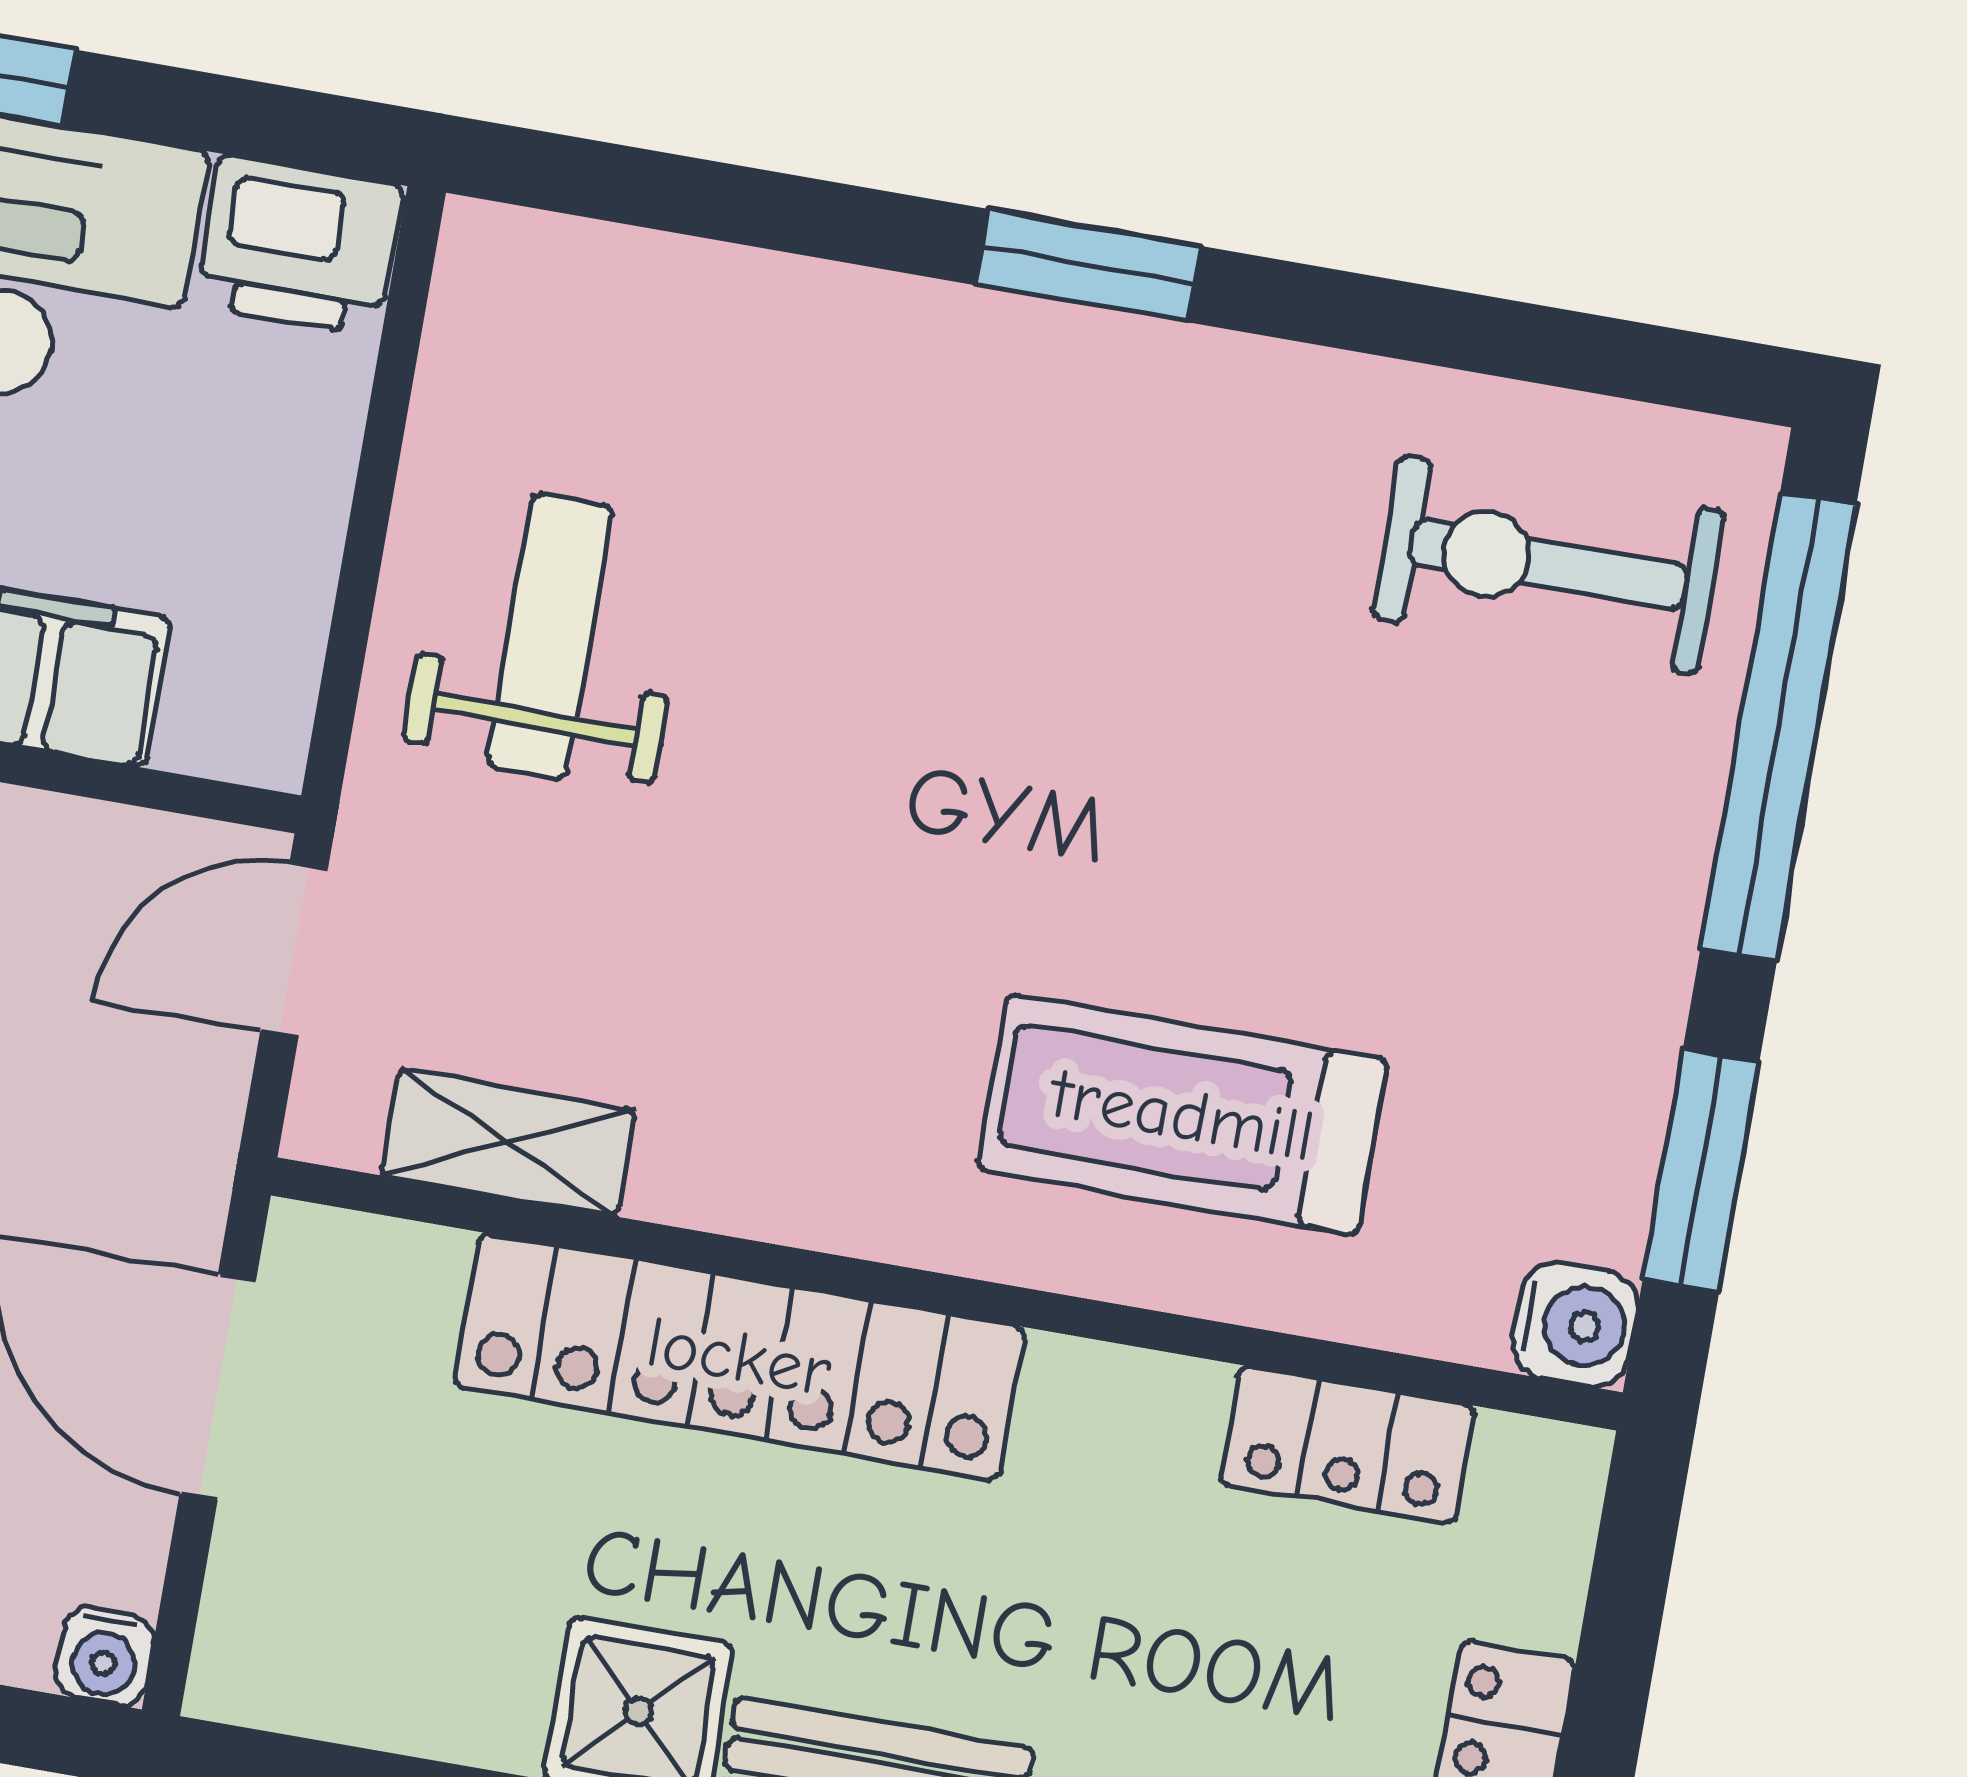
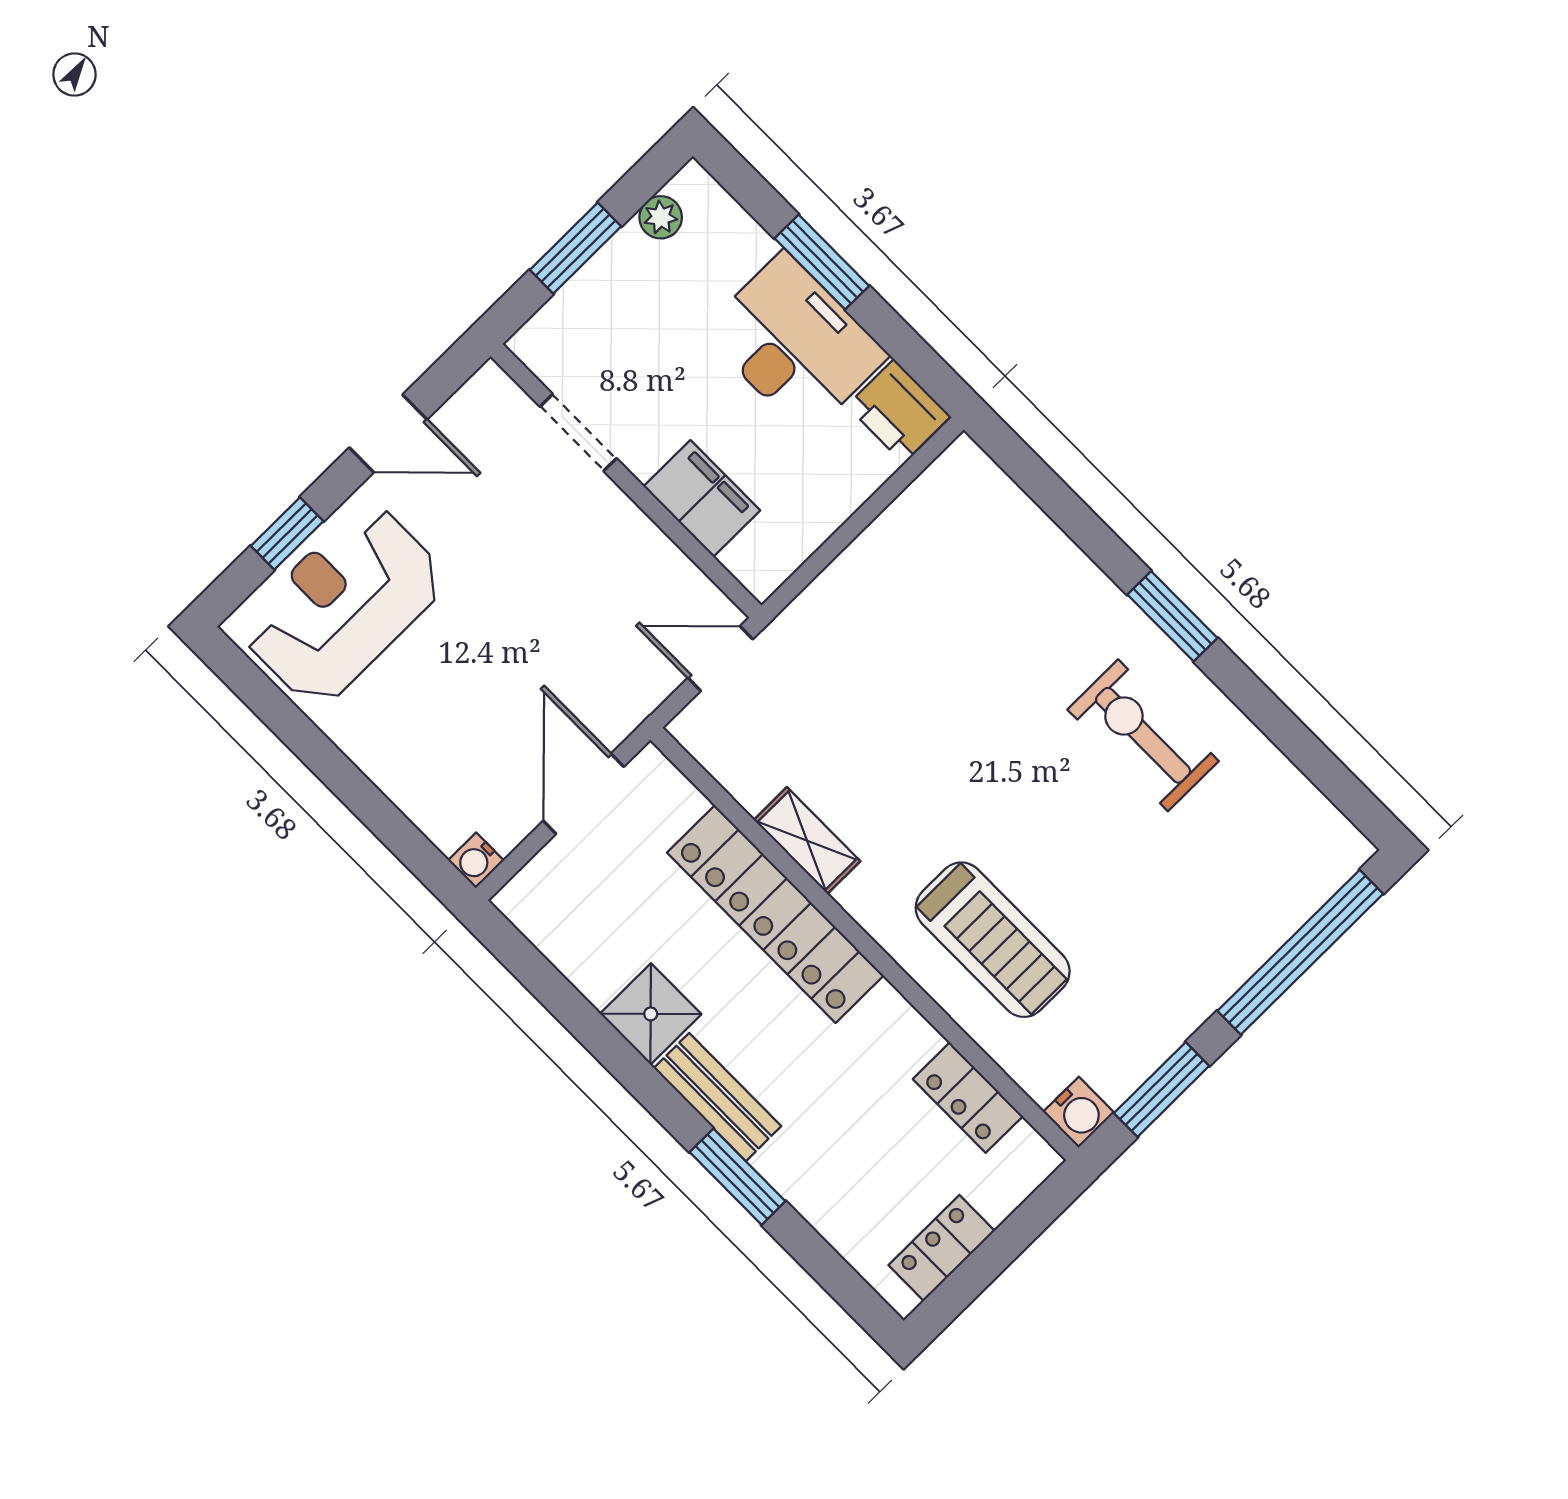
exercise bike: (1548, 565) -> (1143, 735), moved
weight bench: (550, 636) -> (889, 612), removed
treadmill: (1183, 1115) -> (993, 940), turned 180
shelving: (508, 1143) -> (807, 841), moved

